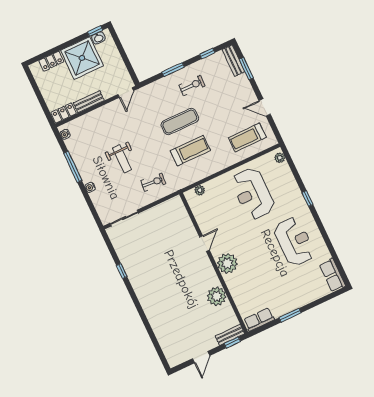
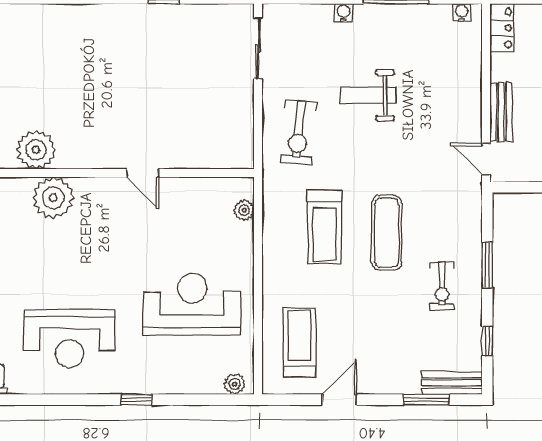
bench: (89, 102) -> (501, 112), moved
exercise bike: (153, 182) -> (299, 132), width x1.38, depth x1.39
plant: (227, 263) -> (53, 198), moved

